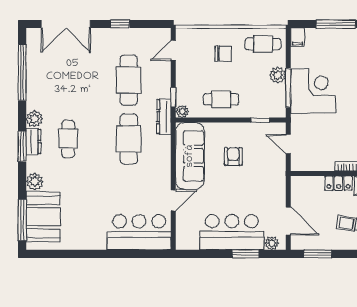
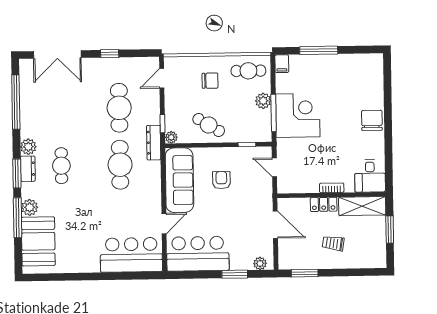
cafe table: (221, 99) -> (209, 125), turned 31
window: (22, 220) -> (18, 218), moved
door: (288, 221) -> (275, 225), moved
bar counter: (232, 232) -> (198, 254), moved

